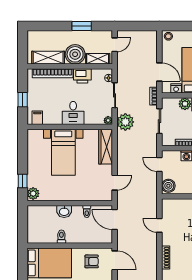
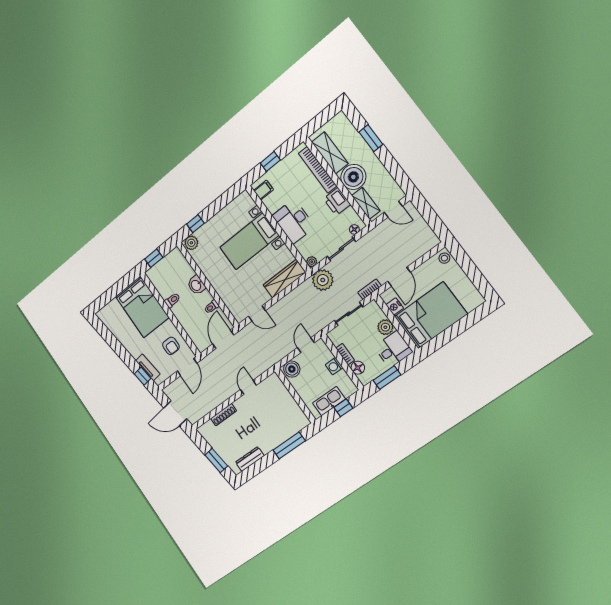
window: (82, 26) -> (371, 138), moved
desk: (73, 113) -> (294, 221), width x1.37
window: (23, 229) -> (154, 258), added

